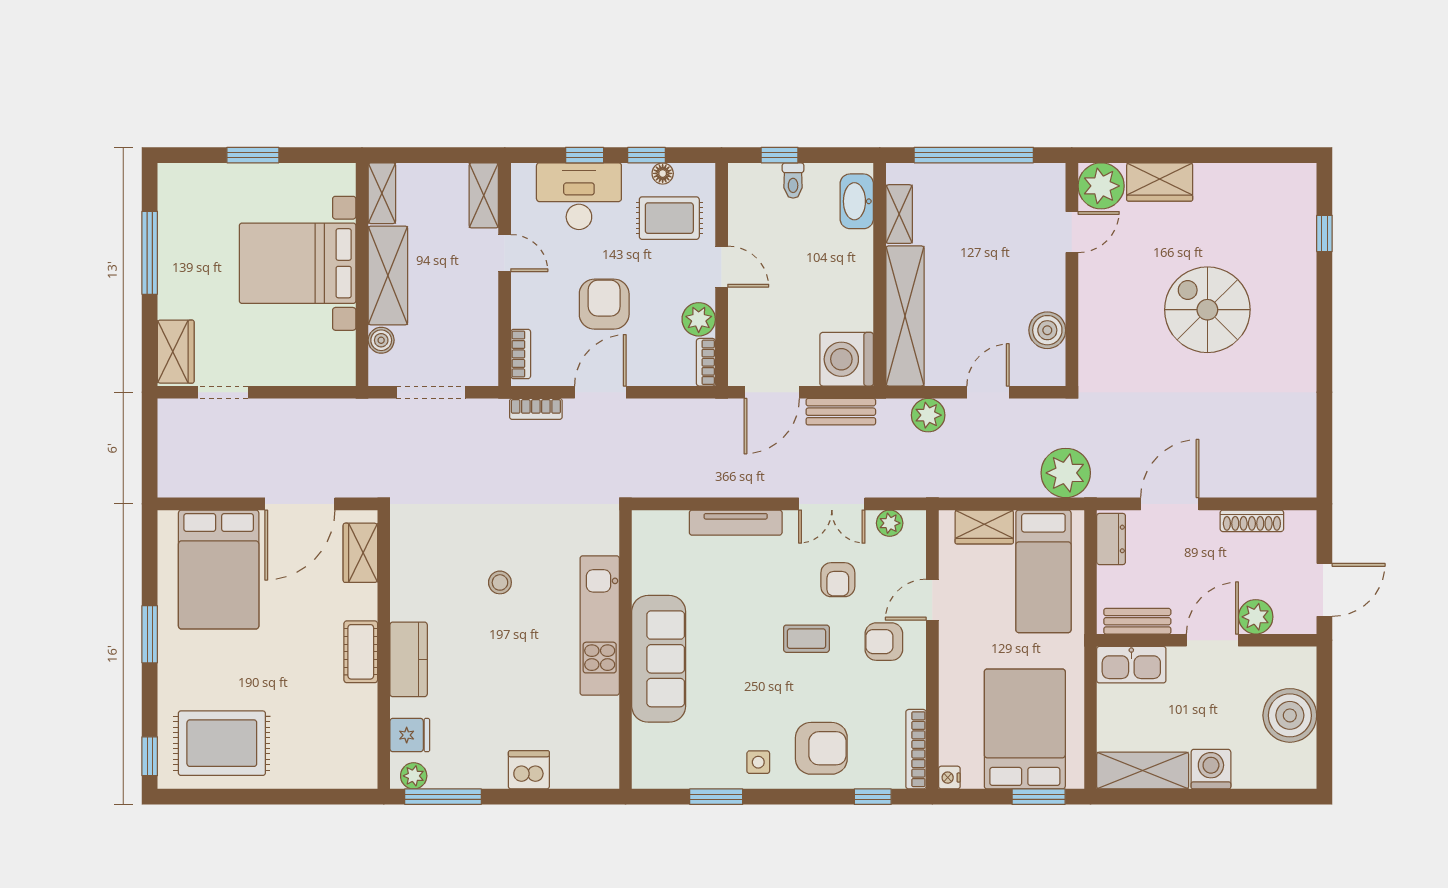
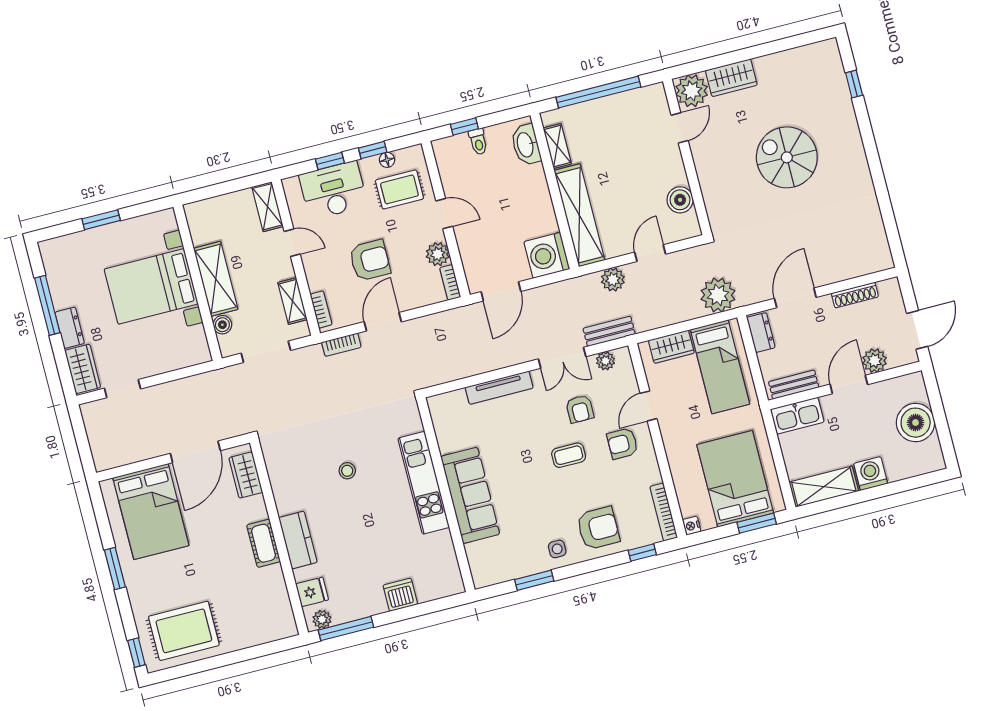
shelving: (382, 193) -> (292, 301), moved
dresser: (172, 291) -> (70, 328), added
armchair: (604, 304) -> (370, 260), turned 90
bench: (841, 412) -> (609, 331), moved

